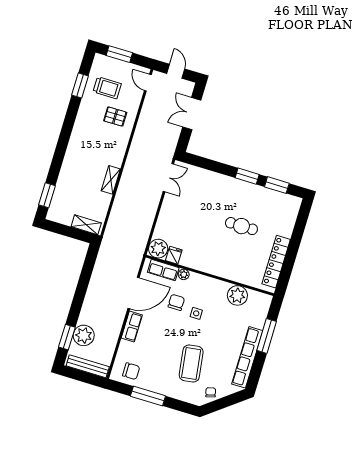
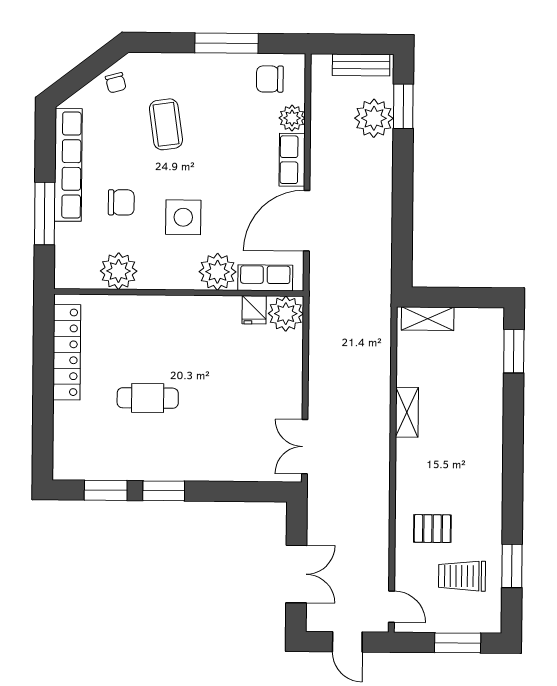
plant: (184, 274) -> (218, 272), width x1.87, depth x1.87
chair: (176, 302) -> (121, 202), moved, turned -90
side table: (196, 313) -> (183, 217), width x1.87, depth x1.87
plant: (126, 348) -> (292, 118), added
coffee table: (191, 363) -> (166, 124), width x0.73, depth x0.76
bench: (88, 366) -> (361, 65), width x0.73

